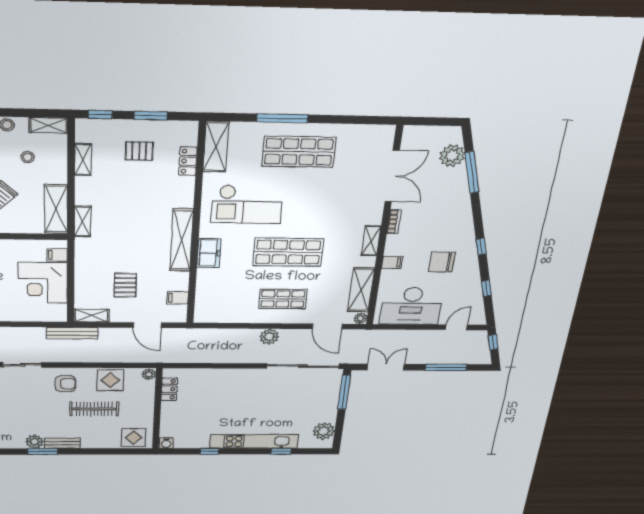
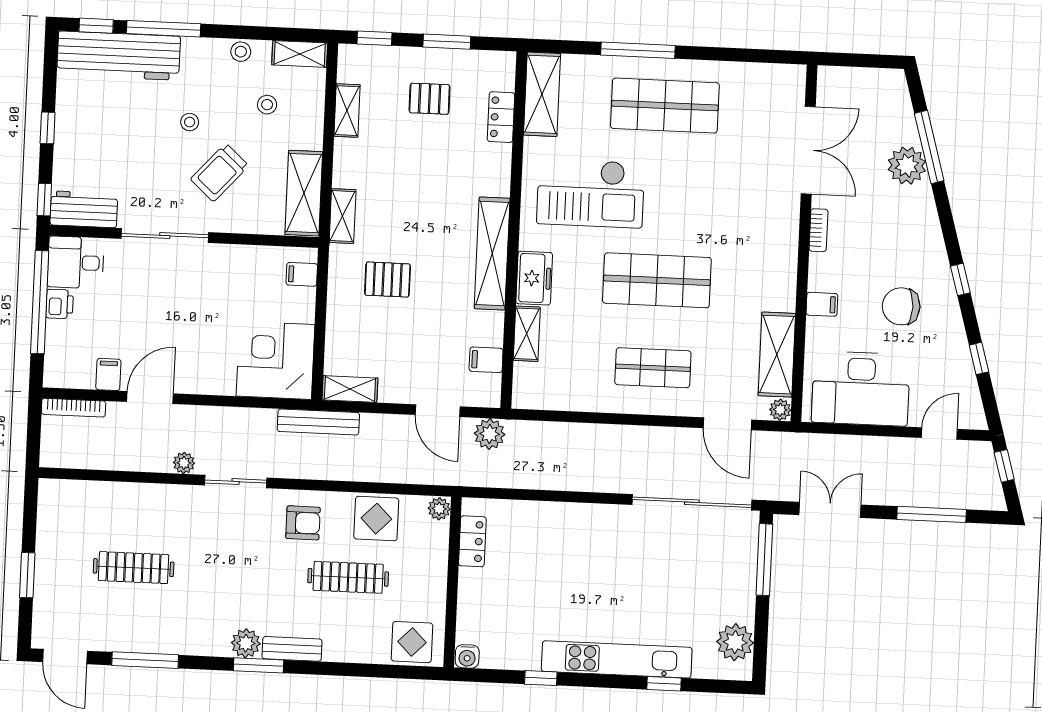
plant: (452, 156) -> (907, 166), moved
shelving: (371, 241) -> (527, 334), moved
corner desk: (43, 283) -> (276, 360), moved, turned 90
pallet: (125, 285) -> (388, 280), moved, turned 90
plant: (269, 337) -> (490, 434), moved

